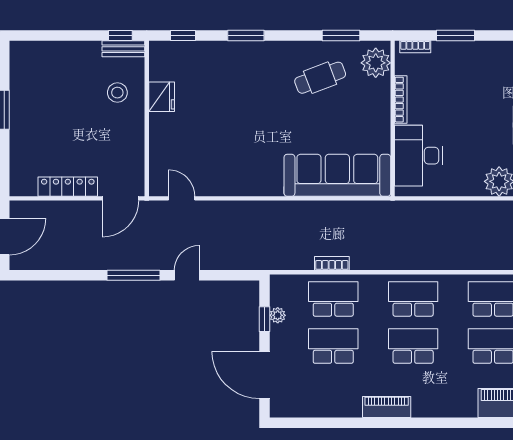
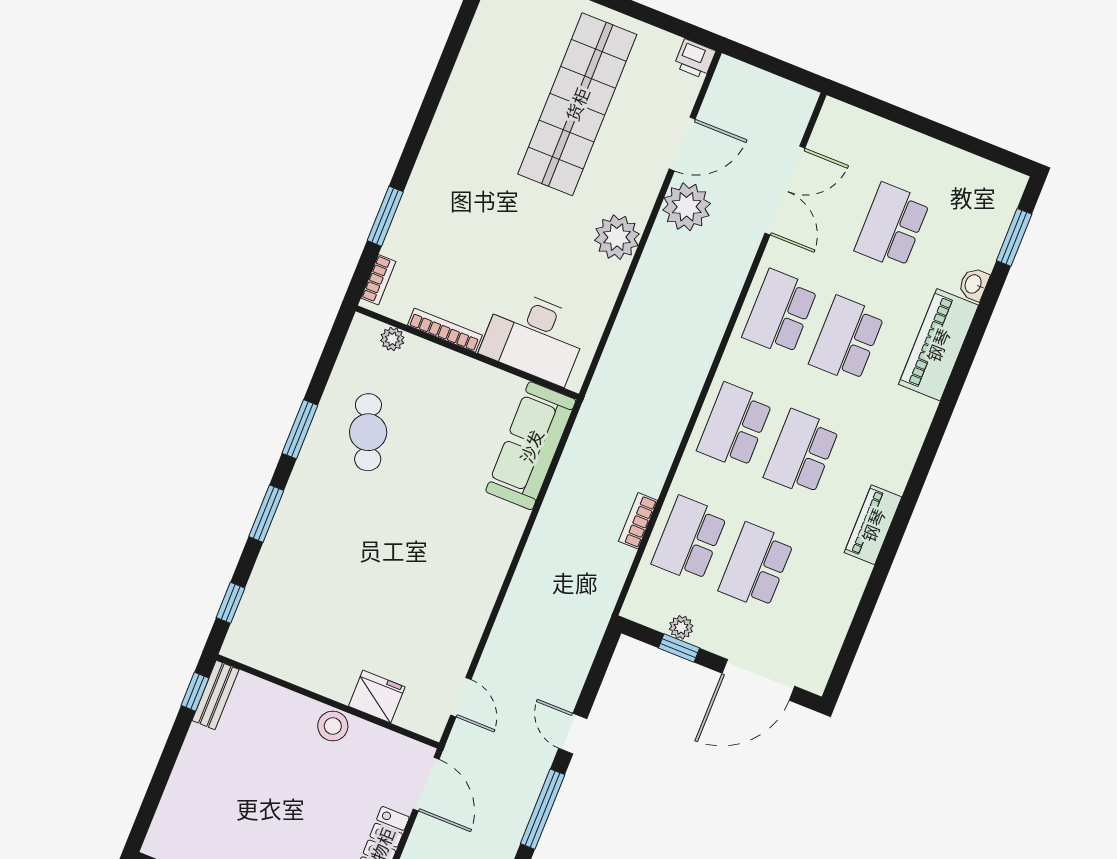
window: (341, 36) -> (300, 429), moved
plant: (376, 63) -> (392, 339), width x0.53, depth x0.53
stool: (117, 93) -> (333, 726), moved
fridge: (162, 97) -> (377, 697), moved
sofa: (337, 175) -> (531, 446), width x0.74, depth x0.79
door: (182, 198) -> (461, 697), swing flipped

